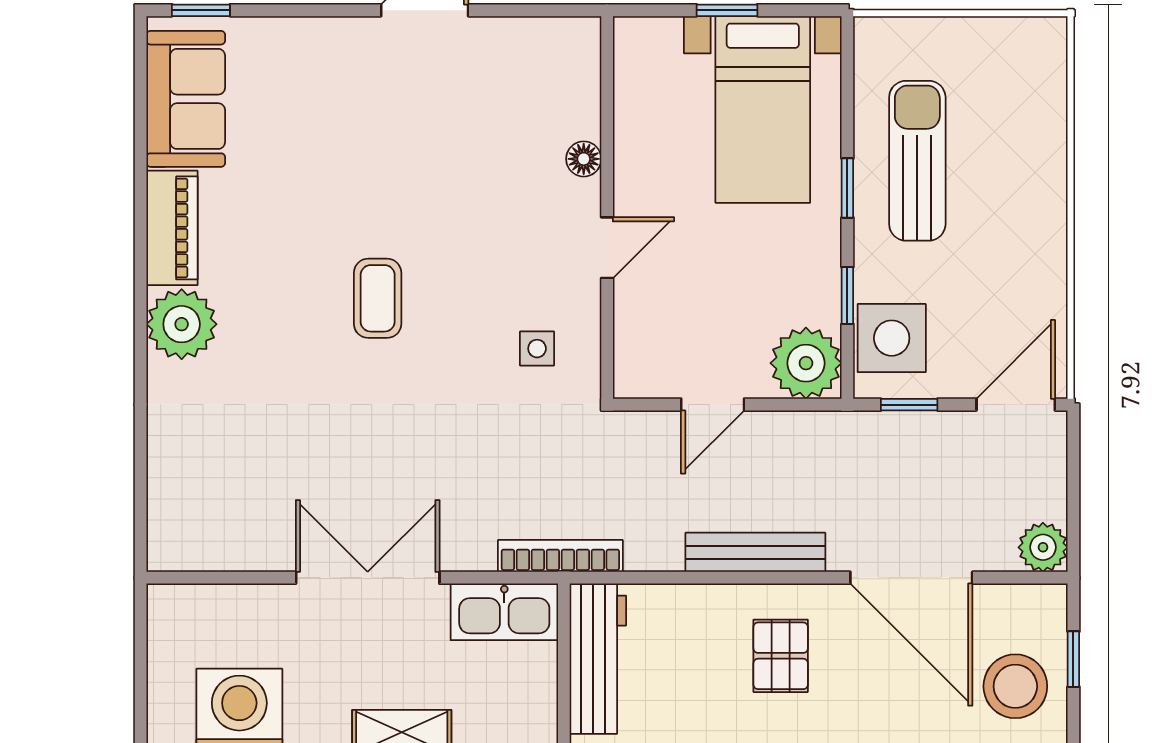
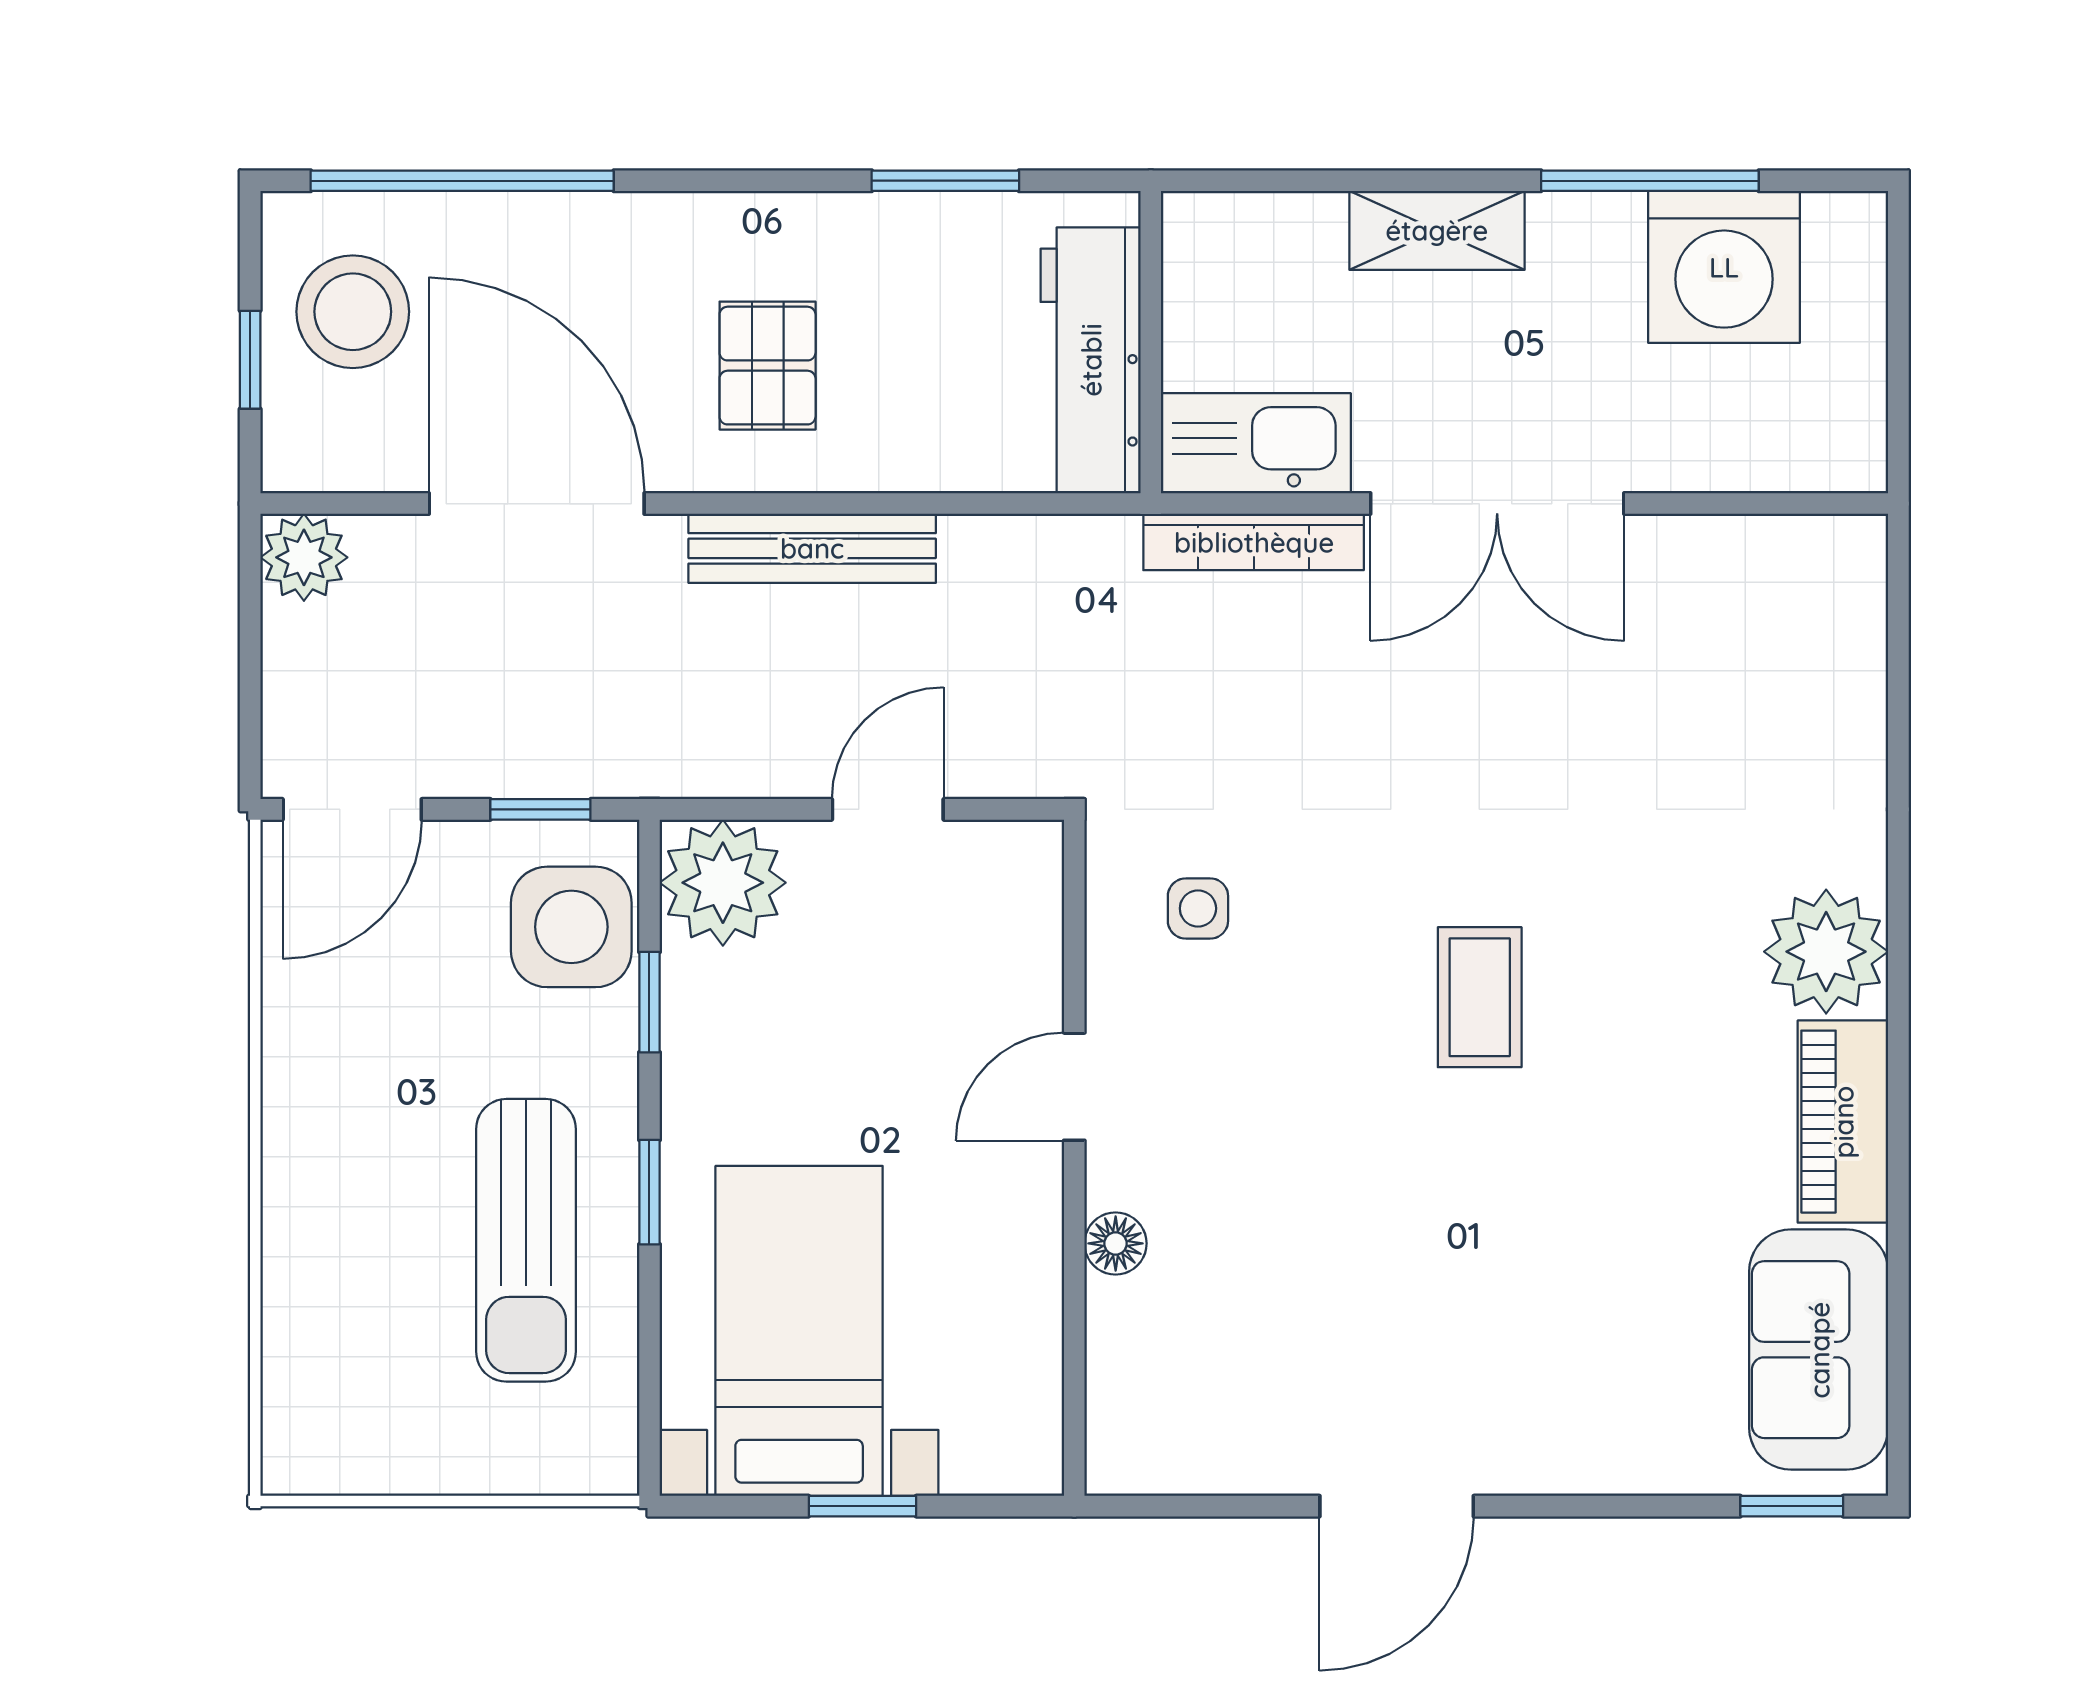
bookcase: (560, 556) -> (1254, 542), moved

